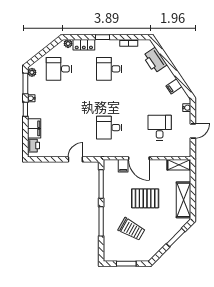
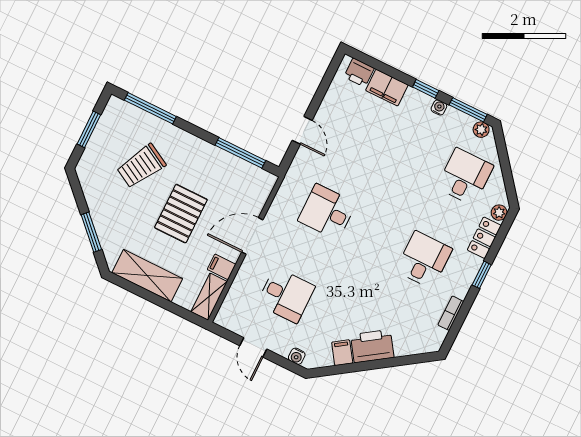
printer: (155, 60) -> (372, 346), moved
desk: (109, 128) -> (327, 212), turned -90
filing cabinet: (123, 166) -> (222, 267), moved
window: (101, 221) -> (150, 108), moved

